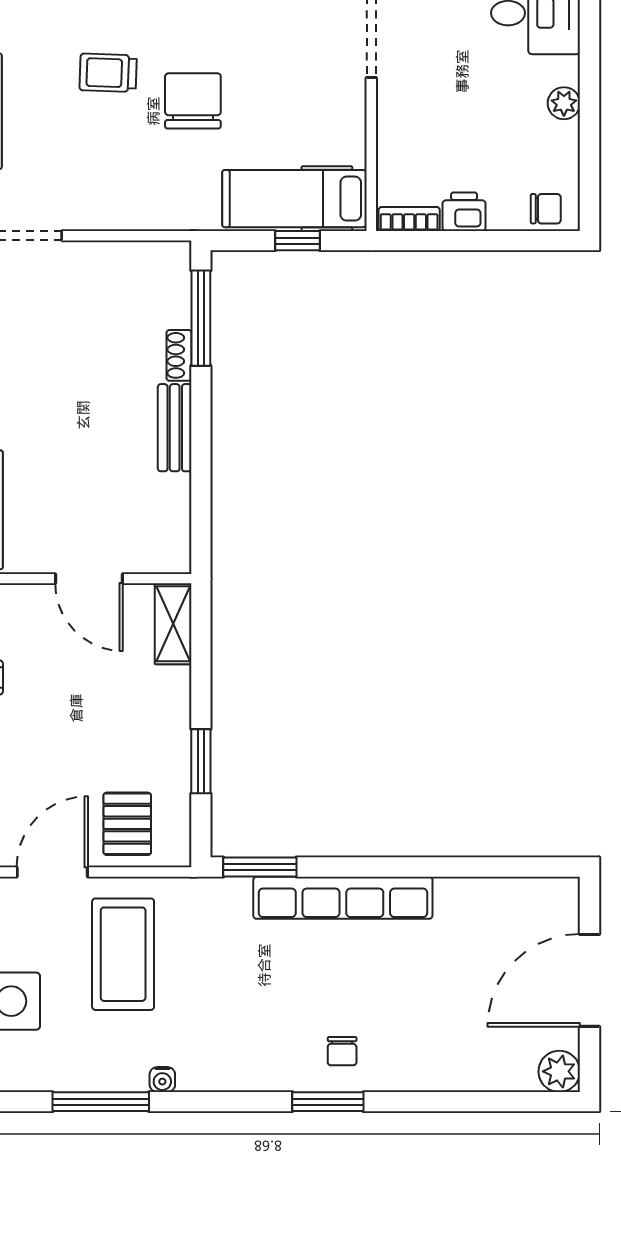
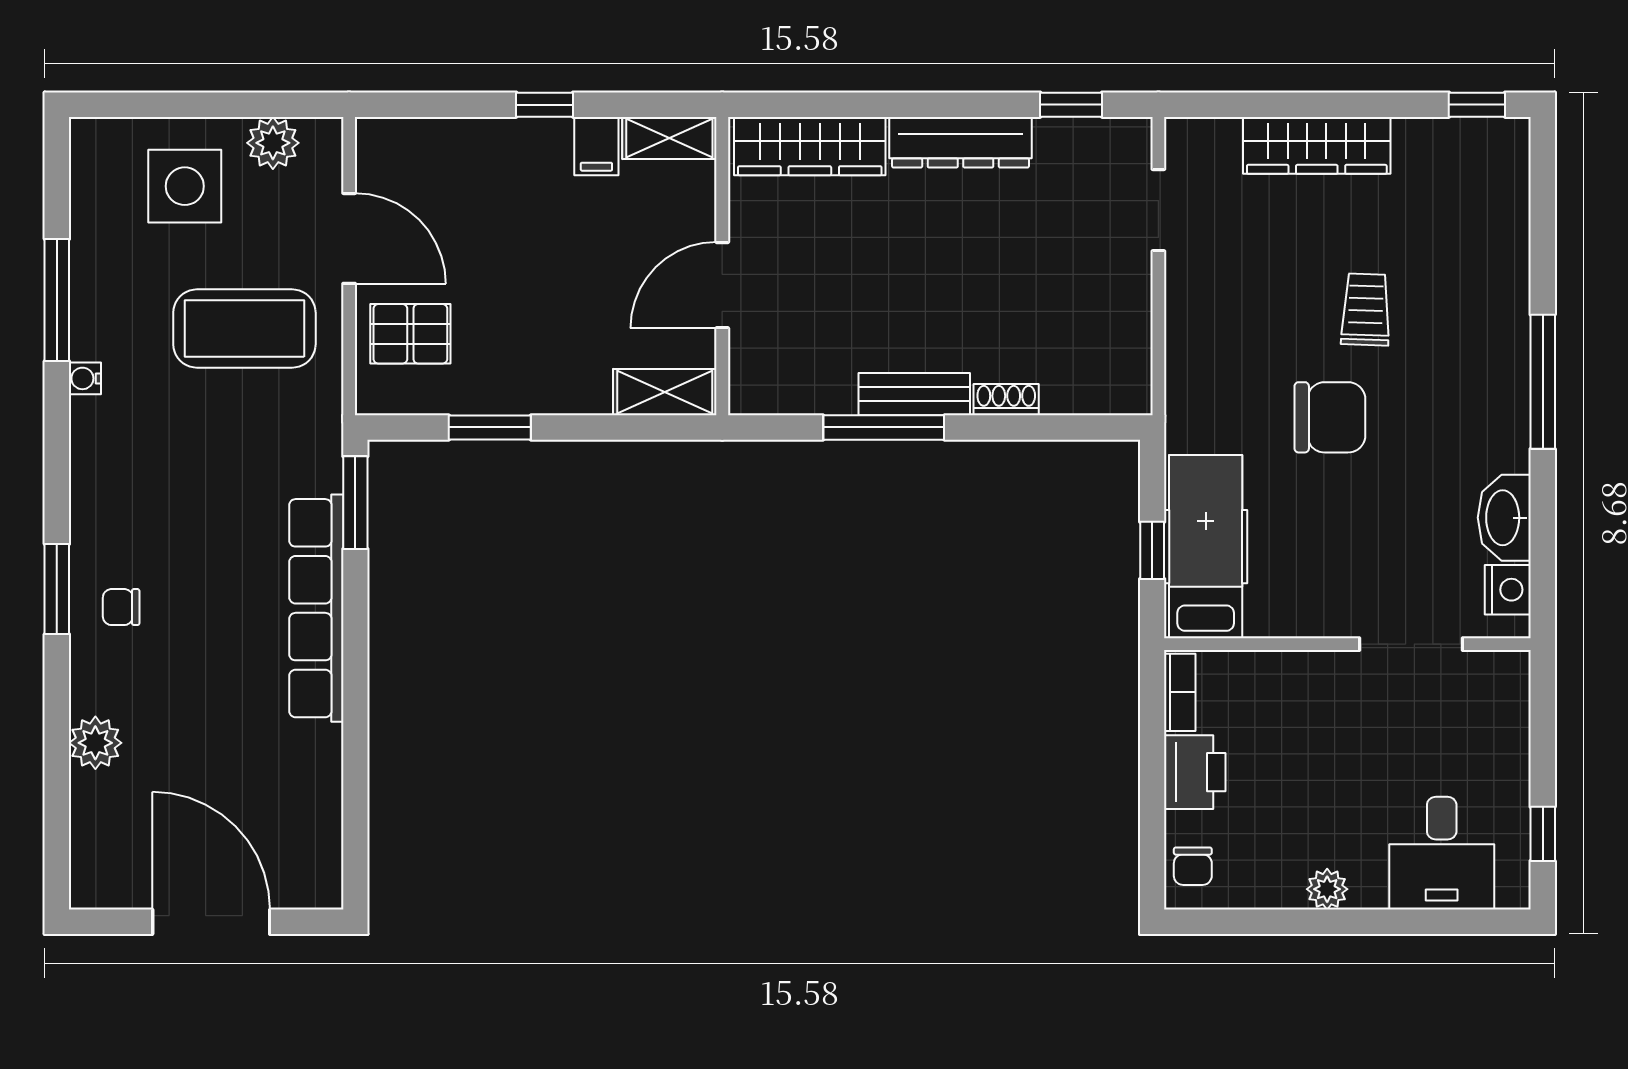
printer: (464, 212) -> (1195, 772), width x1.36, depth x1.24
window: (201, 318) -> (884, 427), moved
plant: (559, 1071) -> (95, 743), moved

